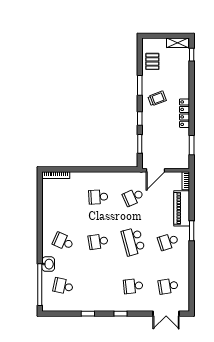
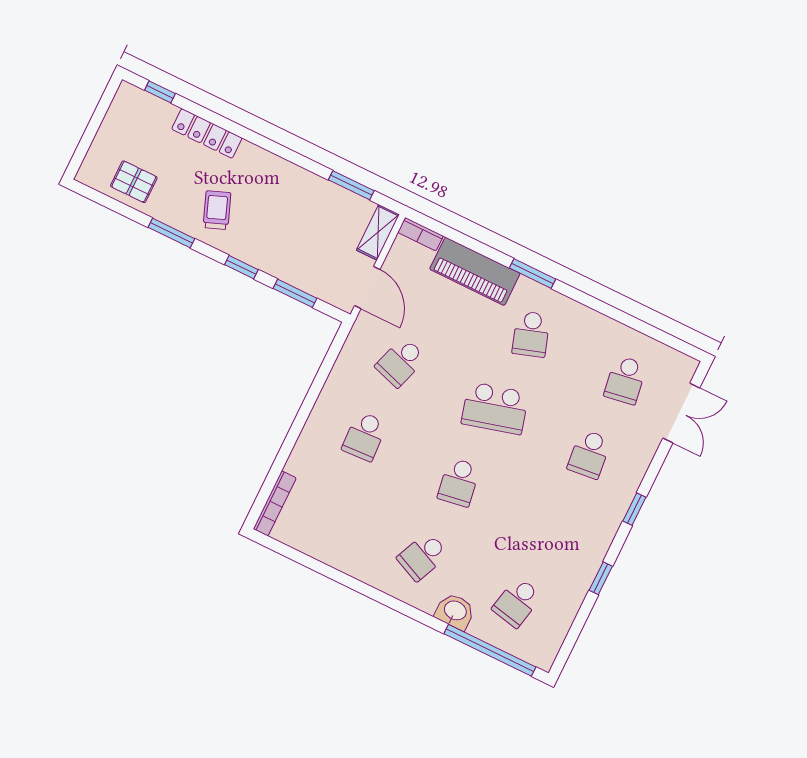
shelving: (177, 43) -> (378, 232), moved
locker: (184, 113) -> (207, 133), moved
school desk: (133, 197) -> (401, 362), turned 42

